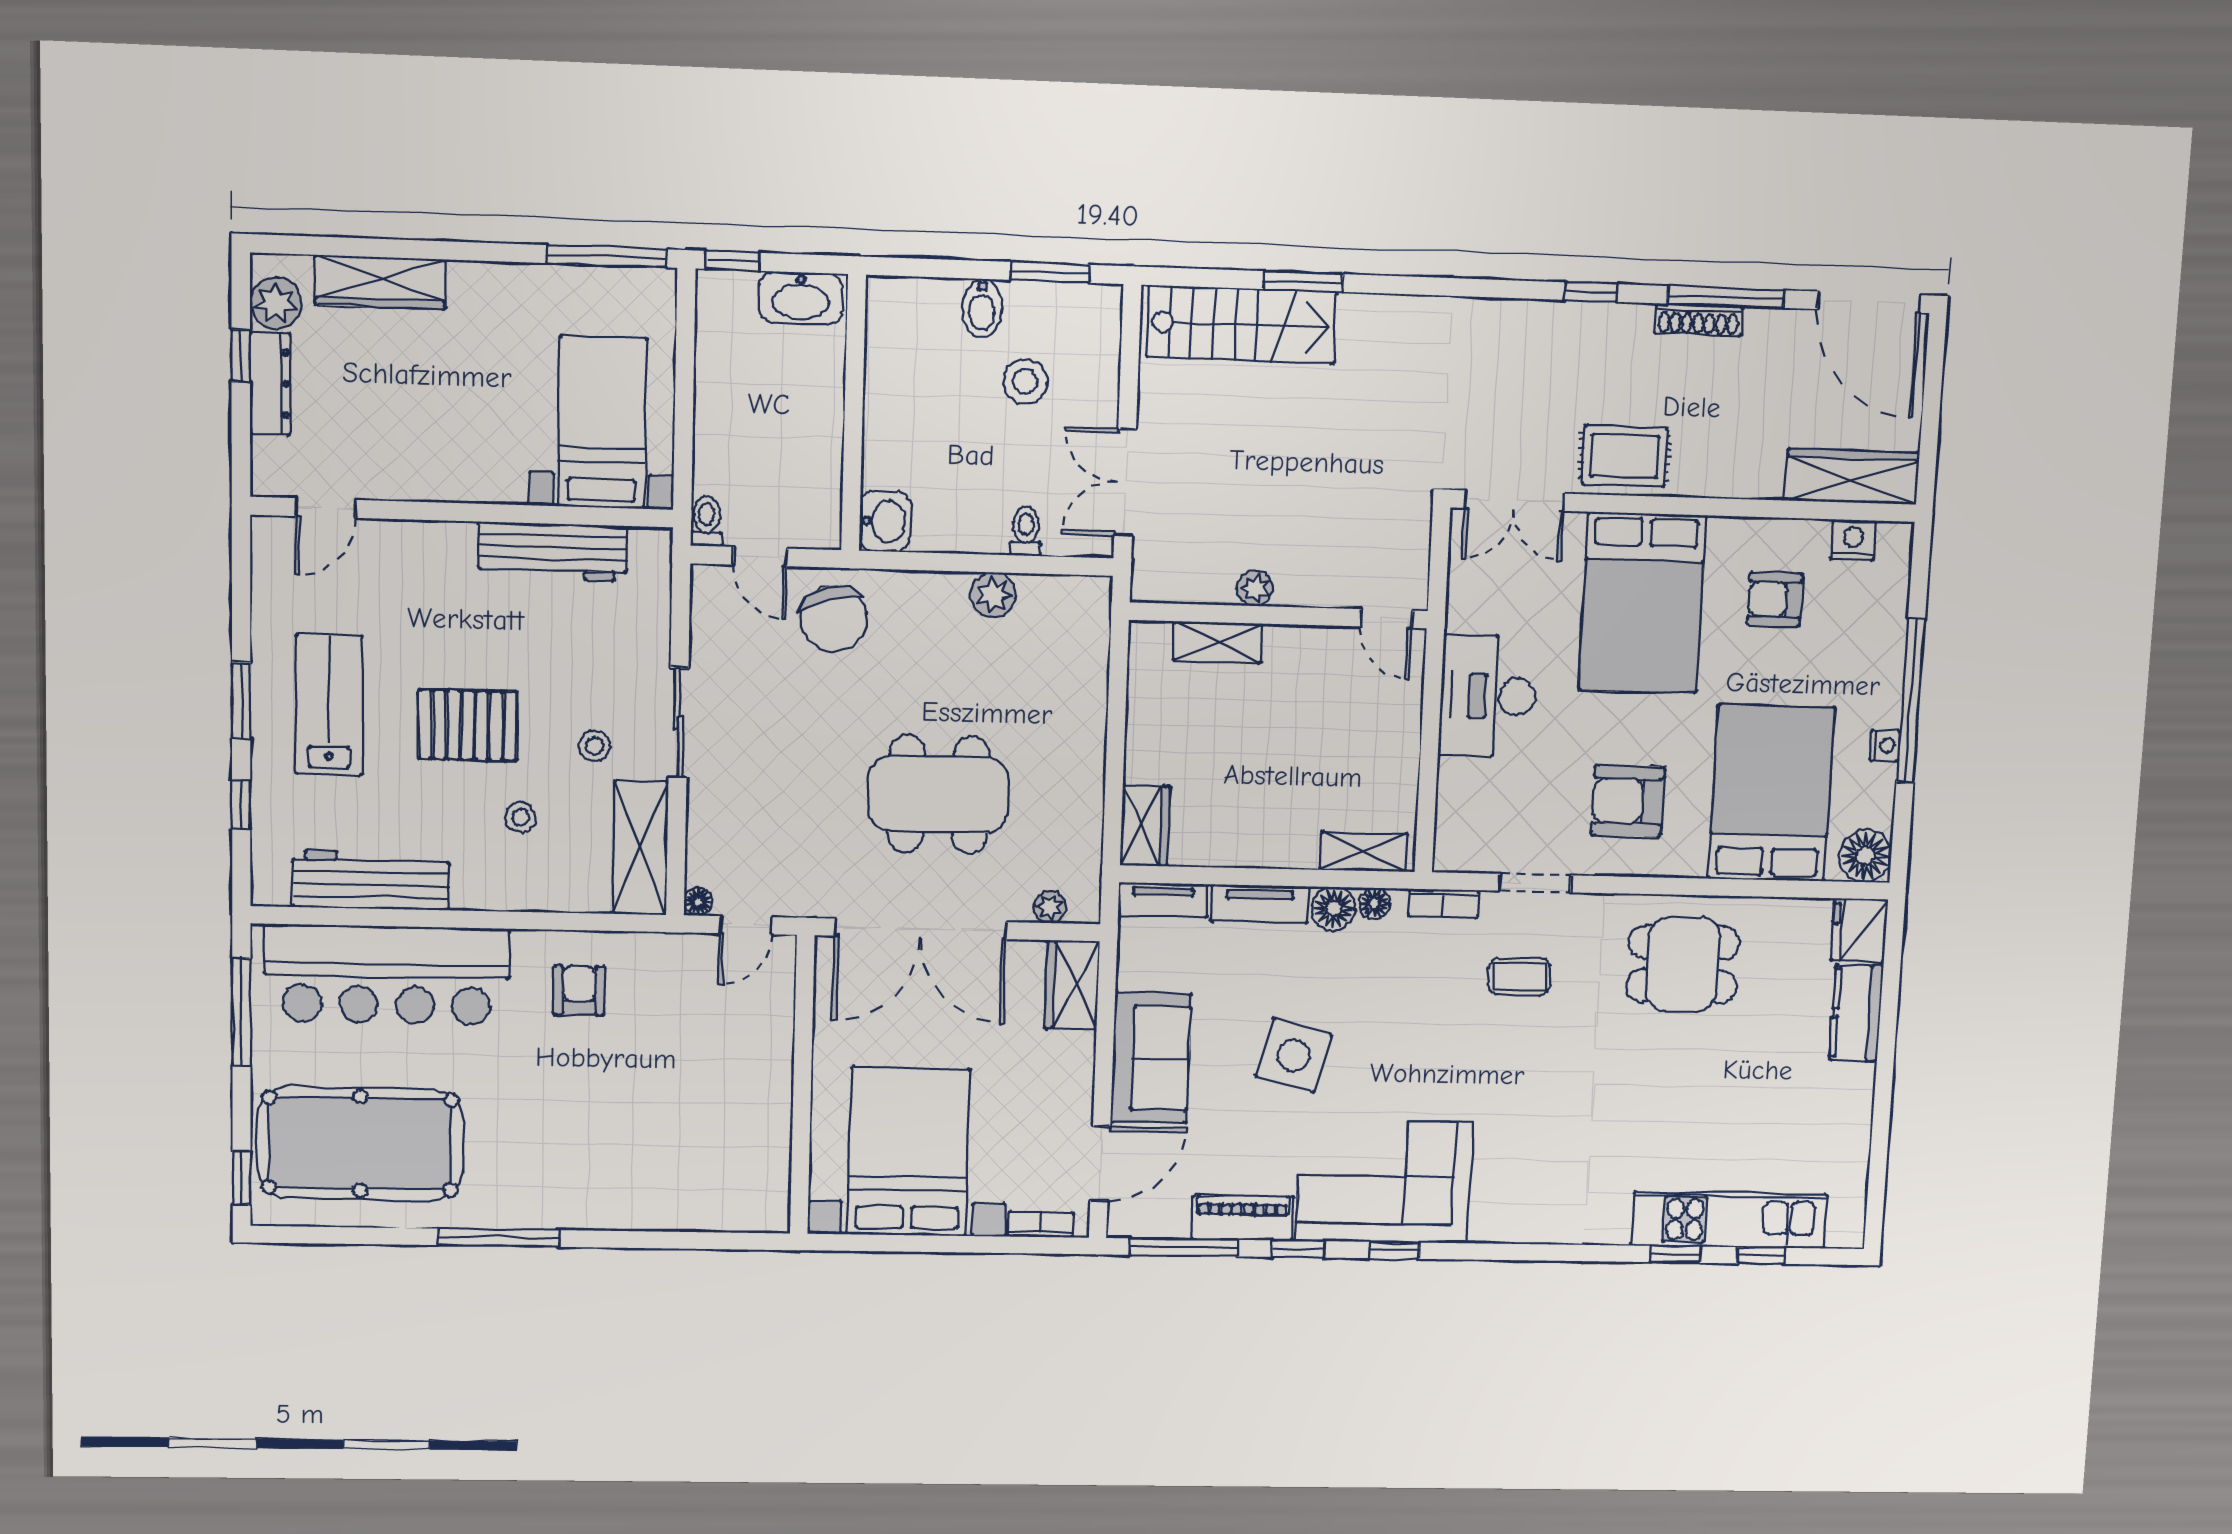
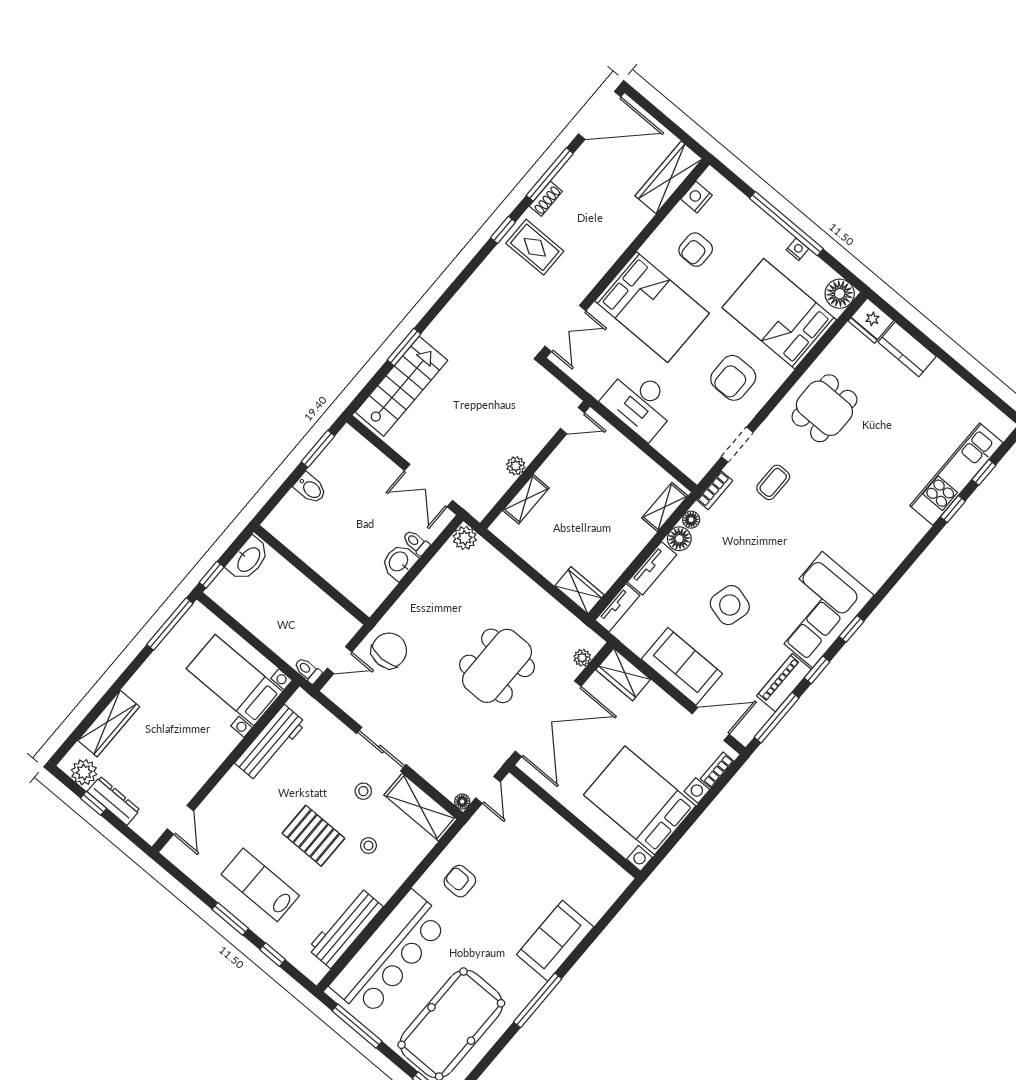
shoe rack: (1698, 320) -> (546, 199), width x0.70
stool: (1025, 381) -> (354, 494), removed
rug: (1625, 456) -> (535, 247), moved, turned 90
washbasin: (885, 521) -> (399, 562), moved, turned -90
plant: (993, 595) -> (465, 538), moved
chair: (834, 619) -> (389, 651), turned -75
pallet: (468, 725) -> (313, 836), turned 90
door: (1100, 1164) -> (711, 724), hinge flipped
sofa: (606, 1194) -> (555, 941), added

